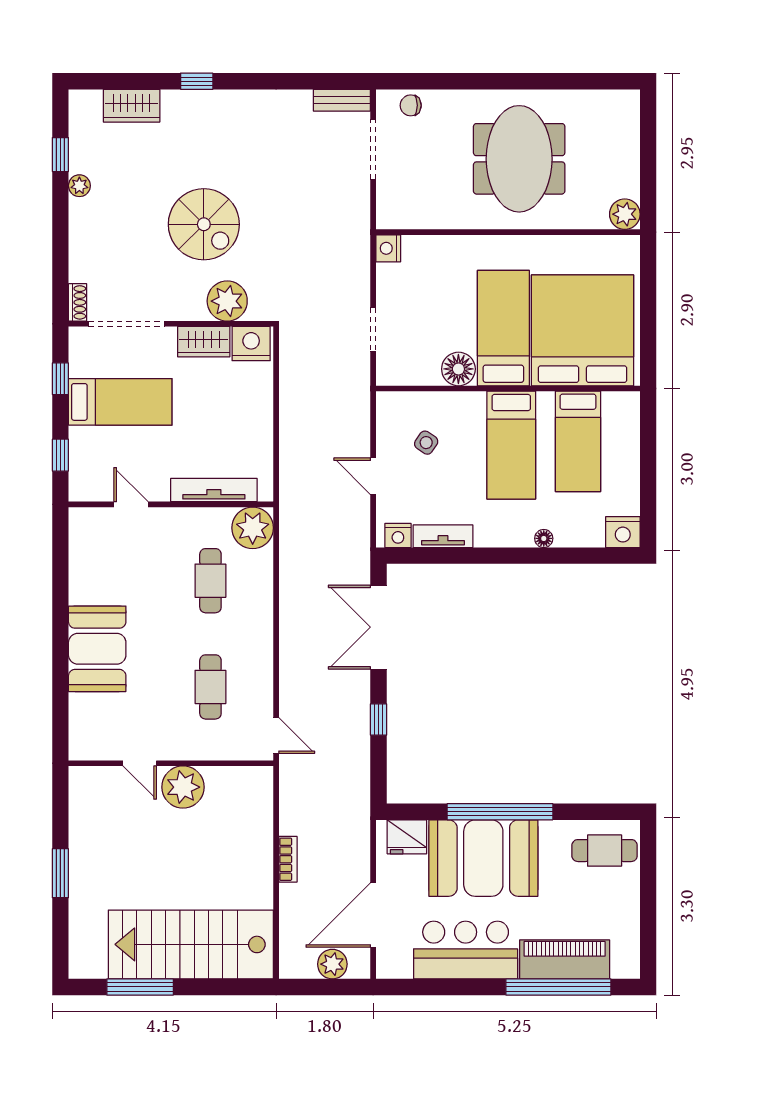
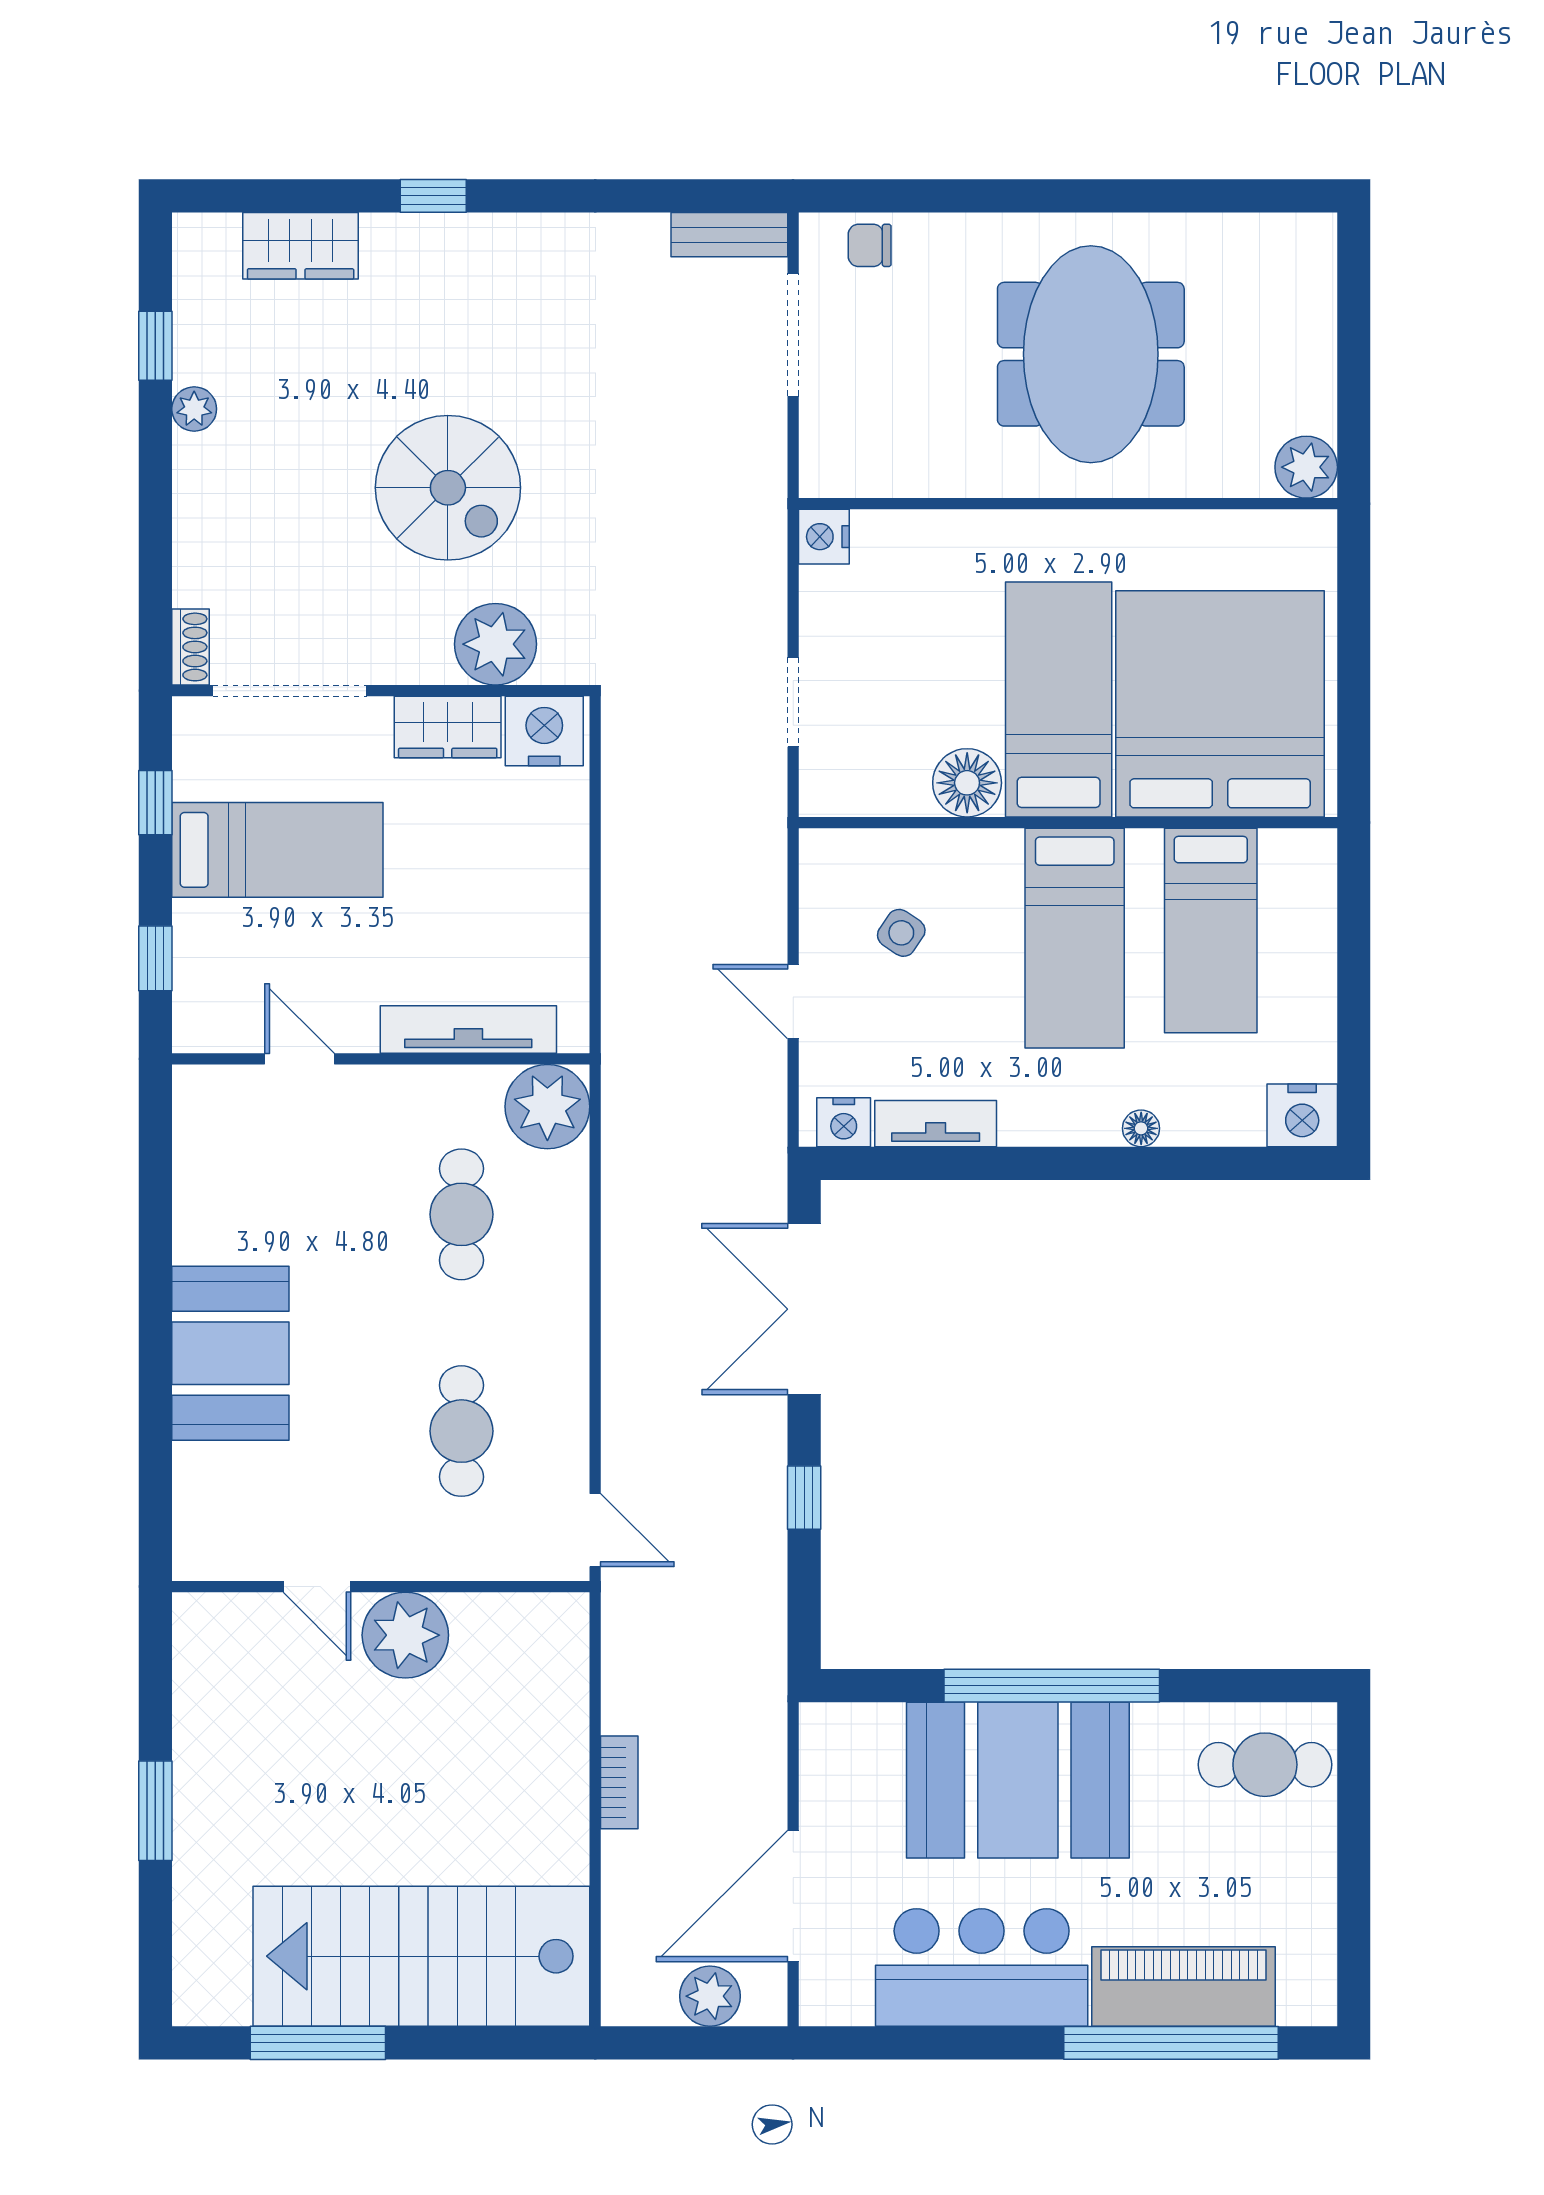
fridge: (407, 837) -> (862, 1737), removed

